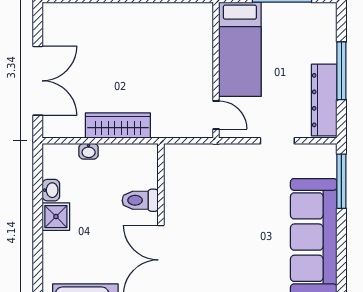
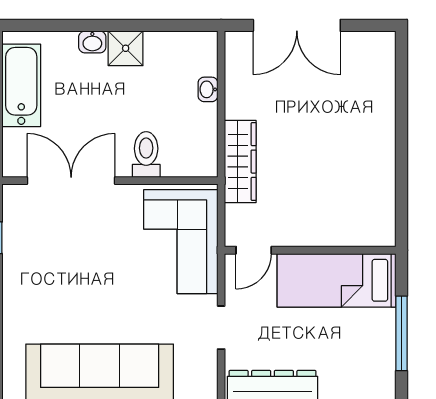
wardrobe: (118, 126) -> (240, 162), moved
corner sofa: (209, 173) -> (181, 242), added
washbasin: (51, 190) -> (92, 42), moved

